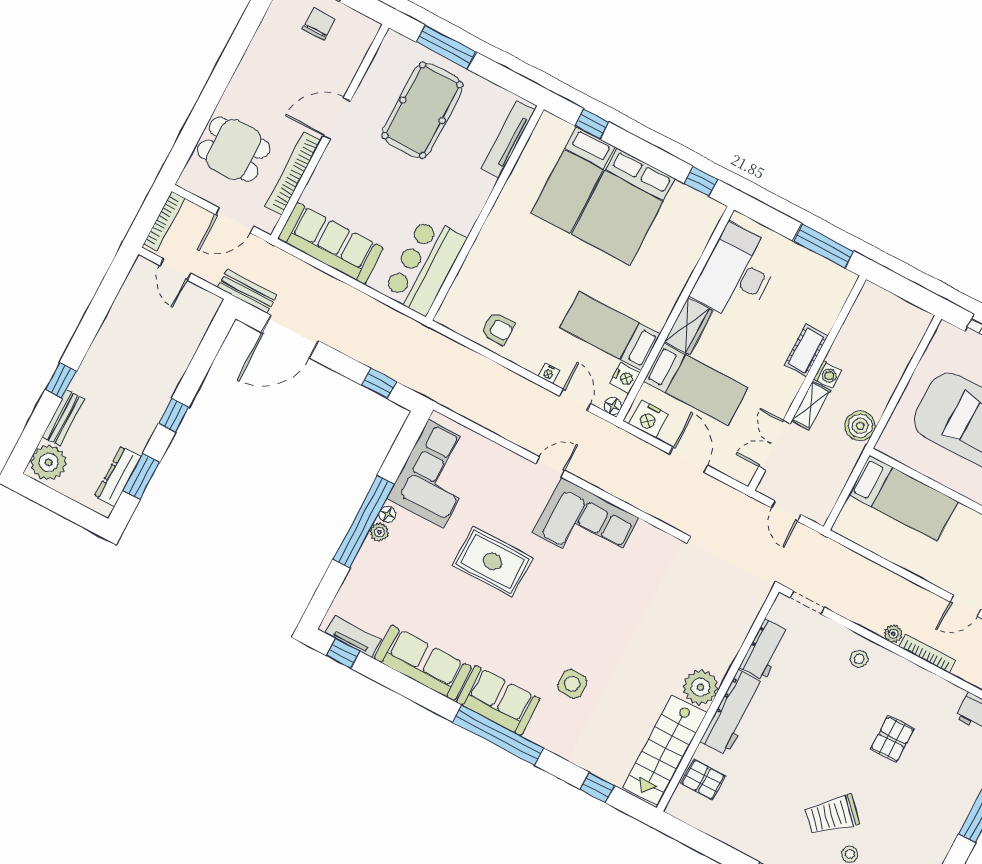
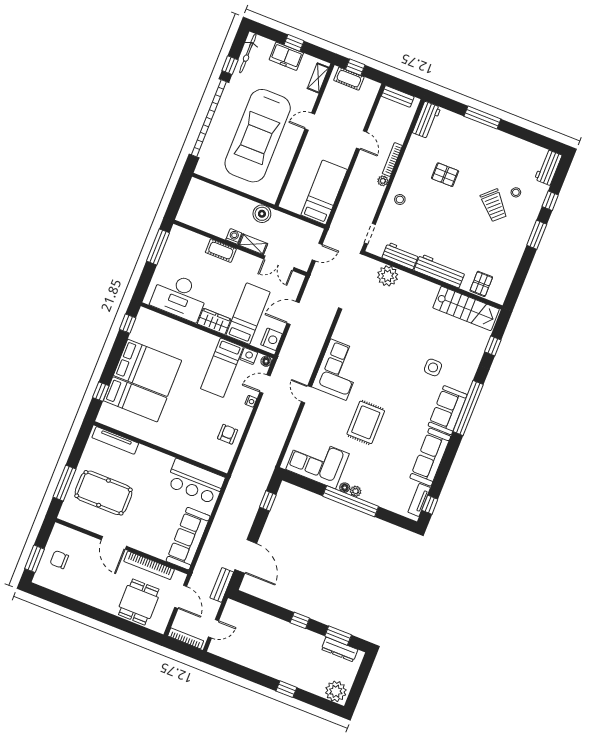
bench: (63, 418) -> (308, 685), removed
bed: (903, 498) -> (324, 192), moved
plant: (701, 687) -> (388, 276), moved

